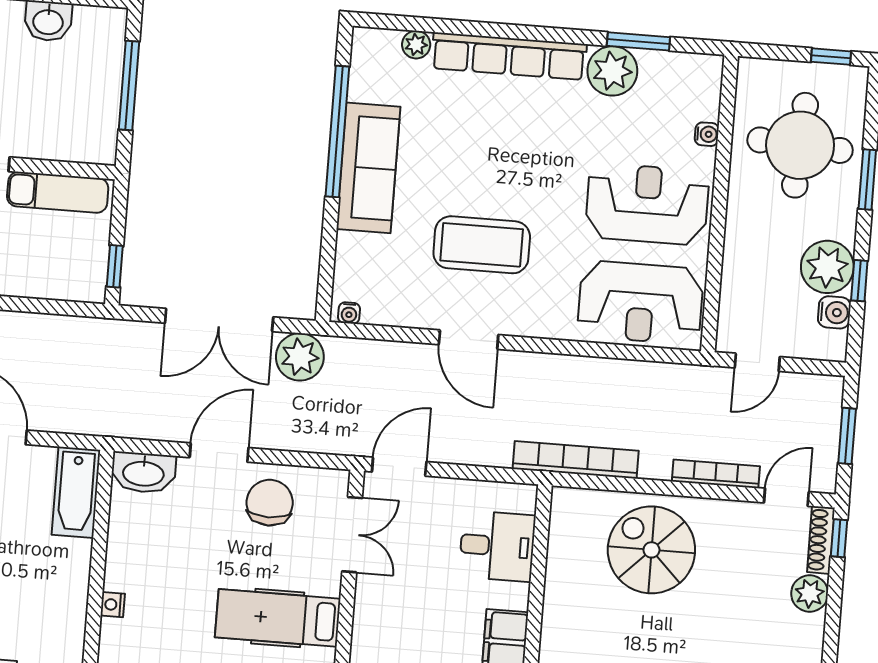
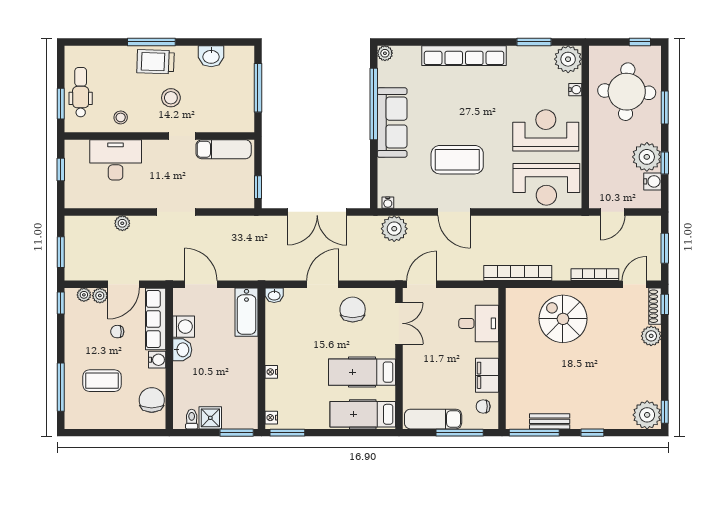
plant: (416, 45) -> (385, 53), moved
plant: (612, 71) -> (568, 59), moved
plant: (300, 357) -> (394, 229), moved
washbasin: (143, 473) -> (274, 295), width x0.52, depth x0.69

